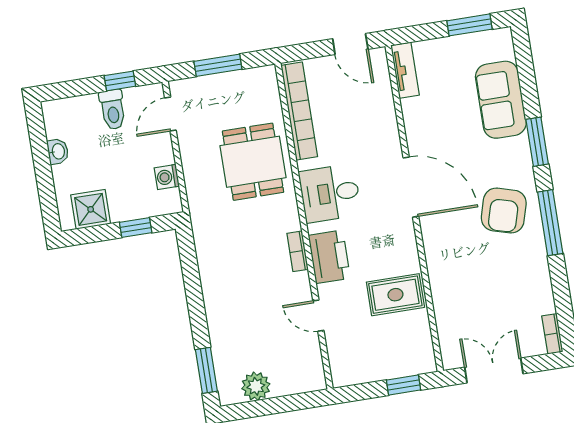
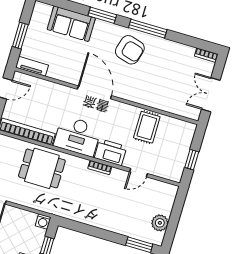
window: (469, 25) -> (20, 36), moved
washing machine: (167, 177) -> (43, 222), moved
door: (411, 187) -> (94, 92), hinge flipped
desk: (330, 193) -> (78, 136), width x1.37
window: (403, 385) -> (192, 160), moved

